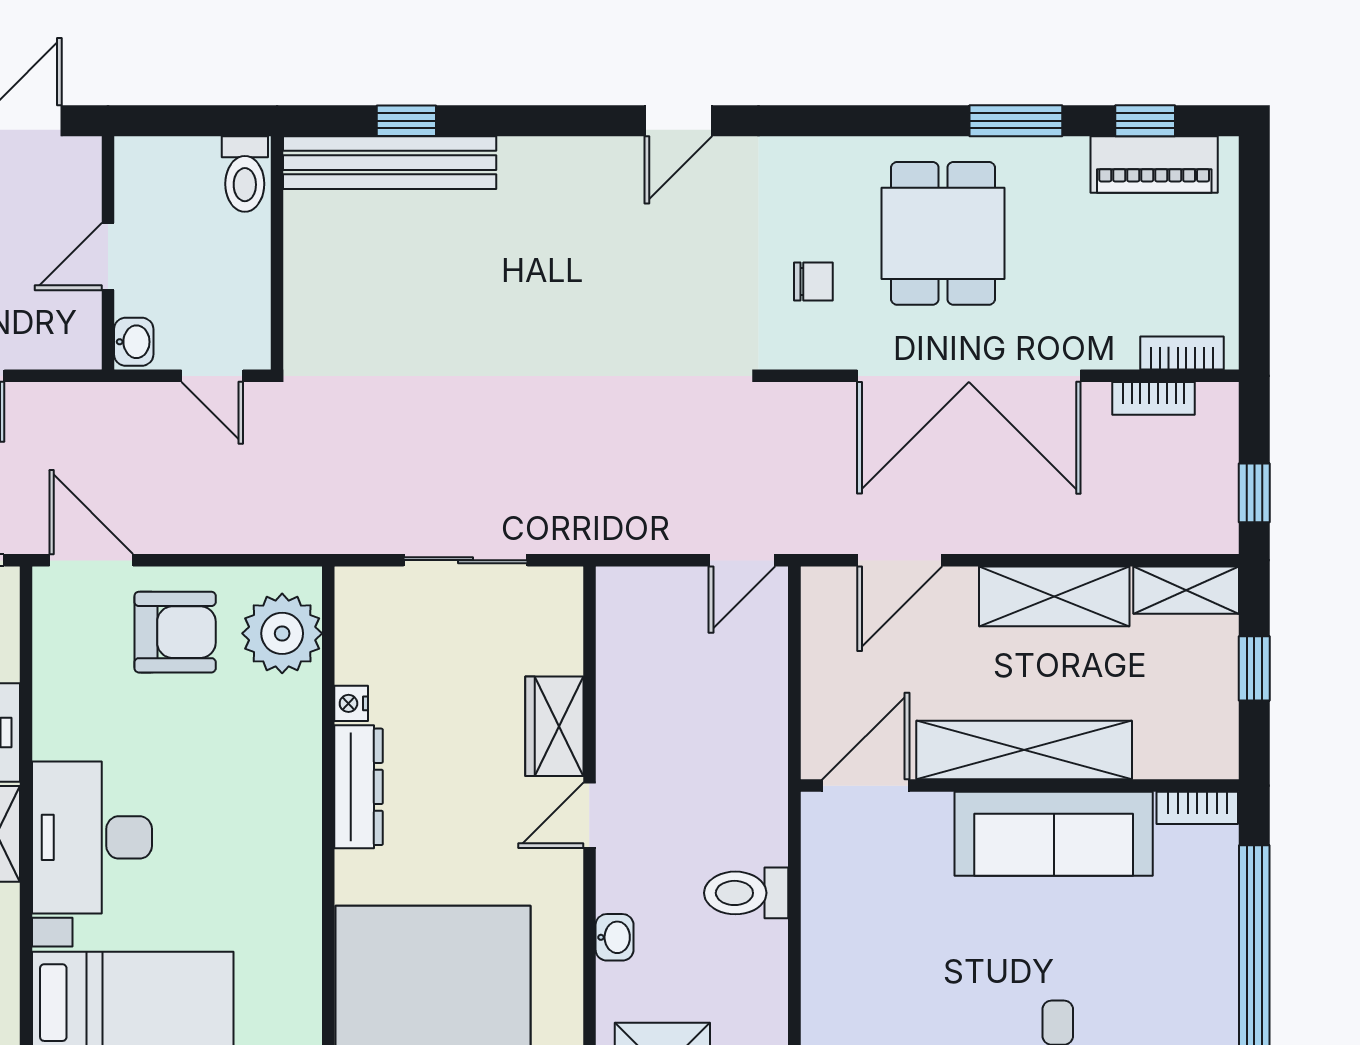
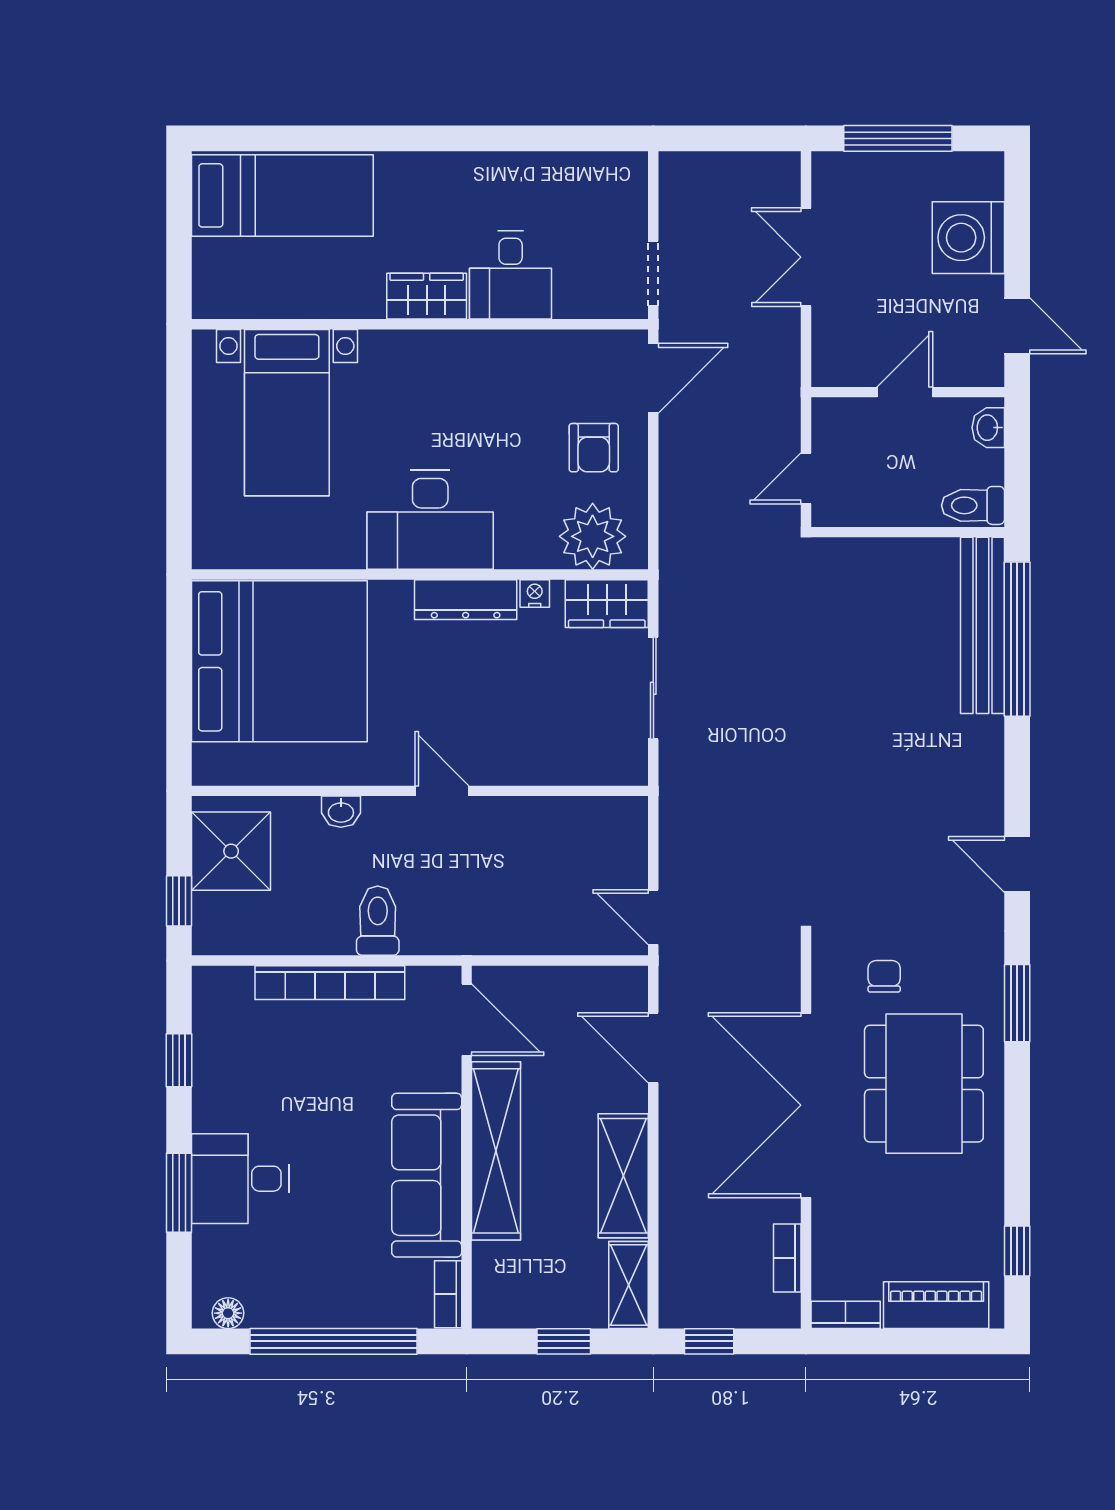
window: (406, 121) -> (1017, 639), width x3.17
window: (1016, 121) -> (1017, 1003), moved
piano: (1154, 164) -> (936, 1305), moved, turned 90
dining table: (943, 233) -> (924, 1084), width x1.38
door: (108, 256) -> (905, 392), hinge flipped
chair: (813, 281) -> (884, 976), turned 180
washbasin: (134, 342) -> (988, 428), moved, turned 90
bookcase: (1182, 353) -> (846, 1315), moved, turned -90
armchair: (175, 632) -> (594, 448), width x0.72, depth x0.72
wardrobe: (554, 726) -> (607, 604), moved, turned 180
desk: (92, 837) -> (430, 520), moved, turned 180
bookcase: (821, 951) -> (330, 983), added

